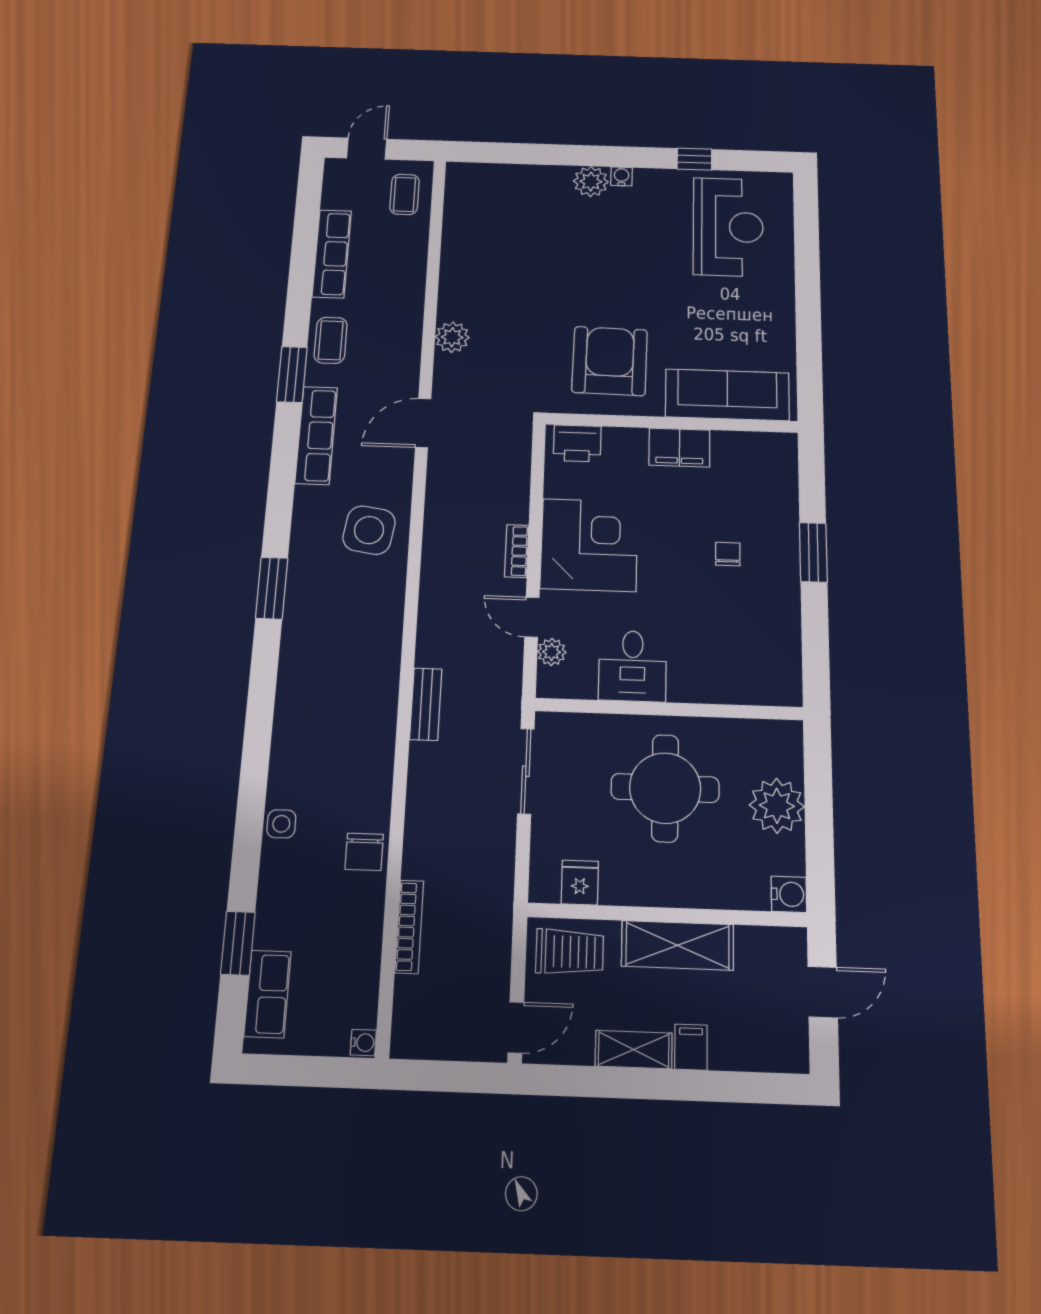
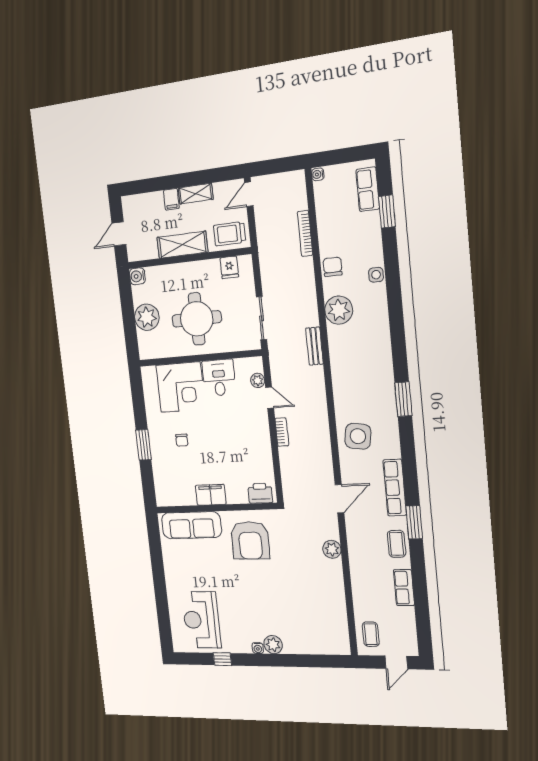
row of seats: (332, 254) -> (404, 588), width x0.68
corner desk: (589, 545) -> (181, 387), moved, turned -90
plant: (366, 766) -> (339, 310), added

